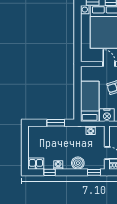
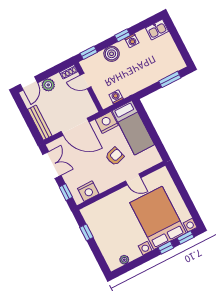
window: (56, 123) -> (170, 79), moved
window: (50, 172) -> (122, 35), moved

